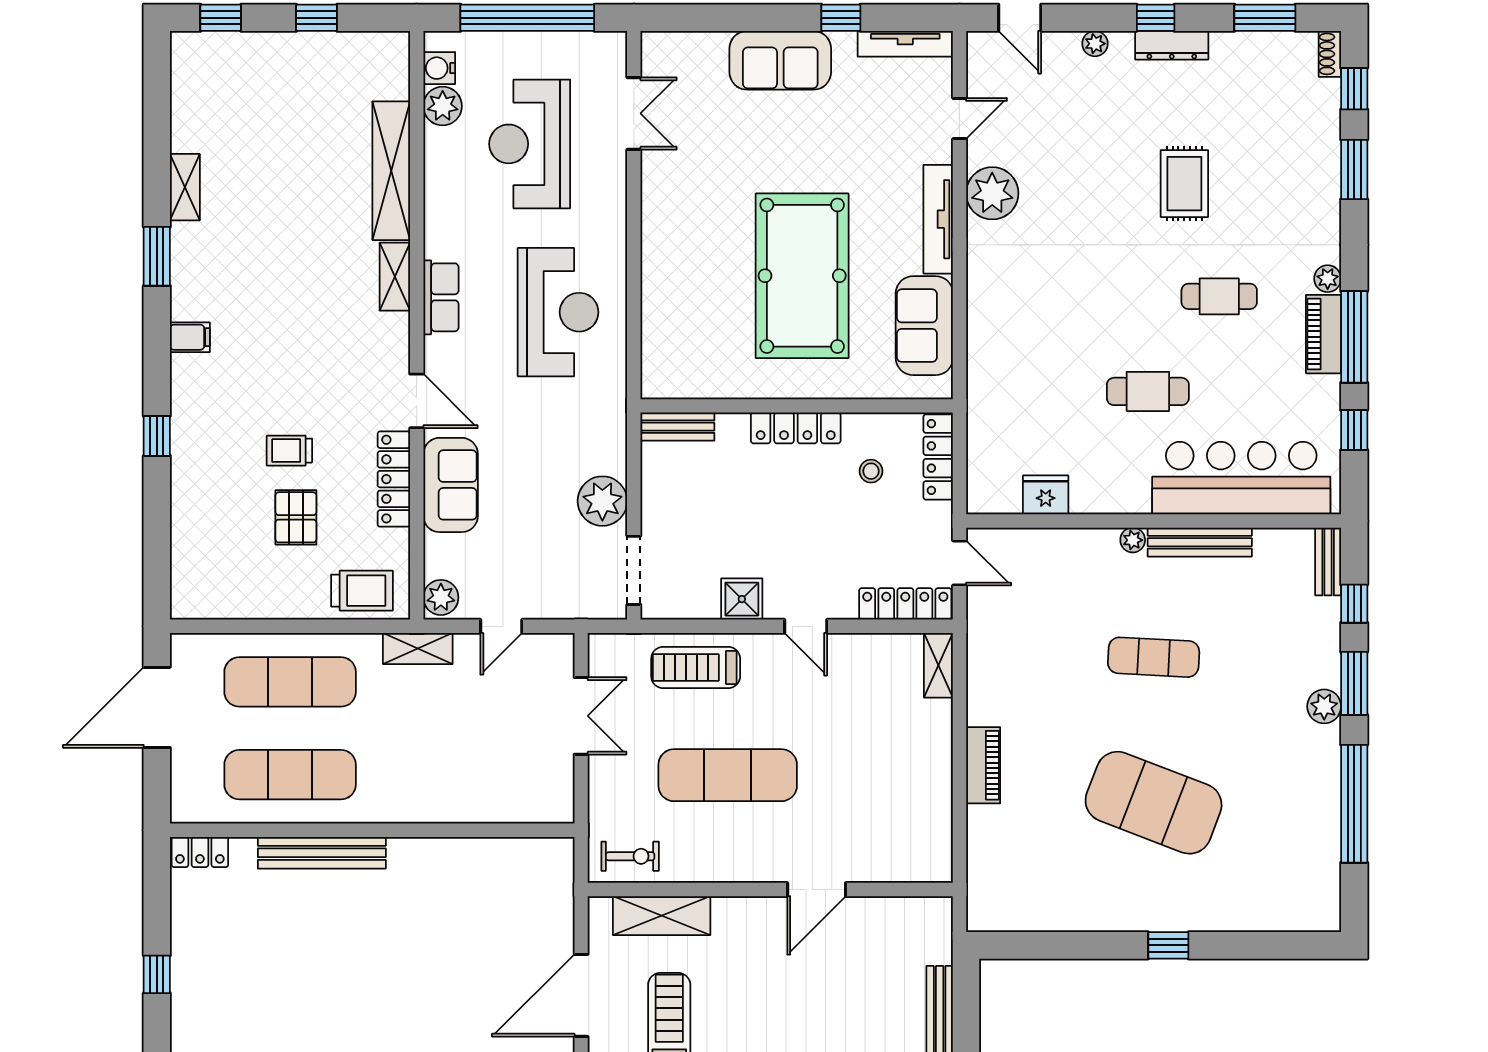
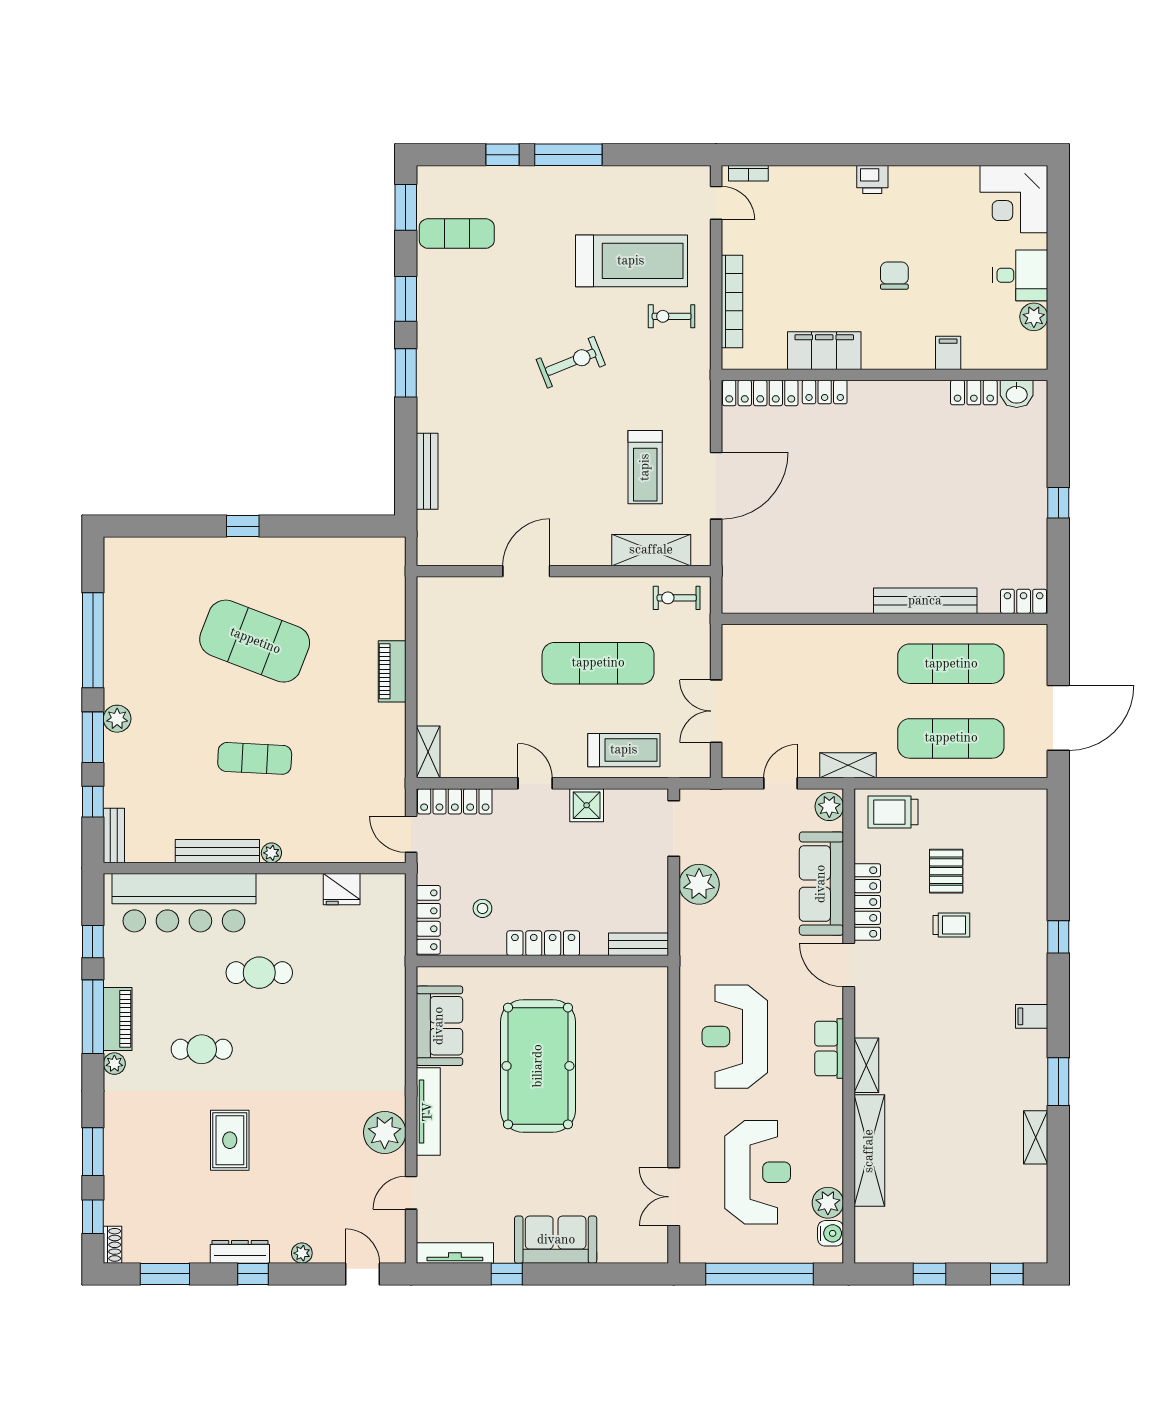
sofa: (451, 485) -> (821, 884), width x1.36

